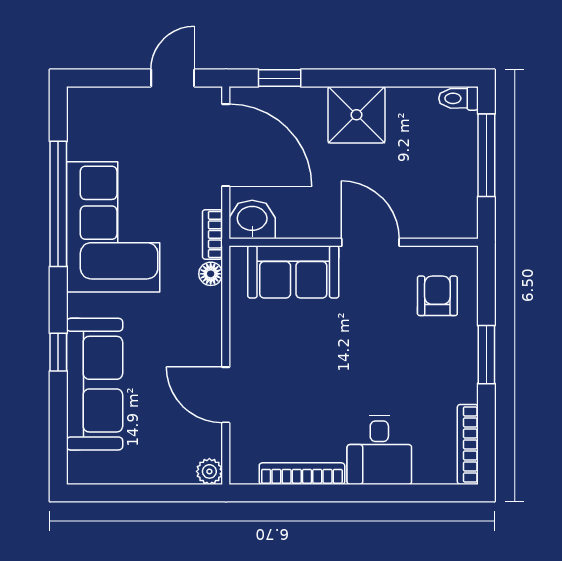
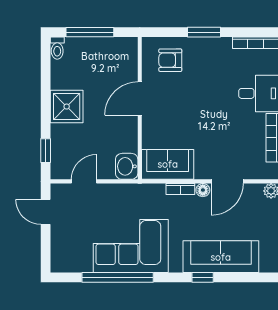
door: (226, 145) -> (84, 181), width x0.53
bookcase: (213, 234) -> (180, 189), moved
sofa: (293, 272) -> (168, 164), moved, turned -90
floor lamp: (211, 274) -> (203, 190), moved

